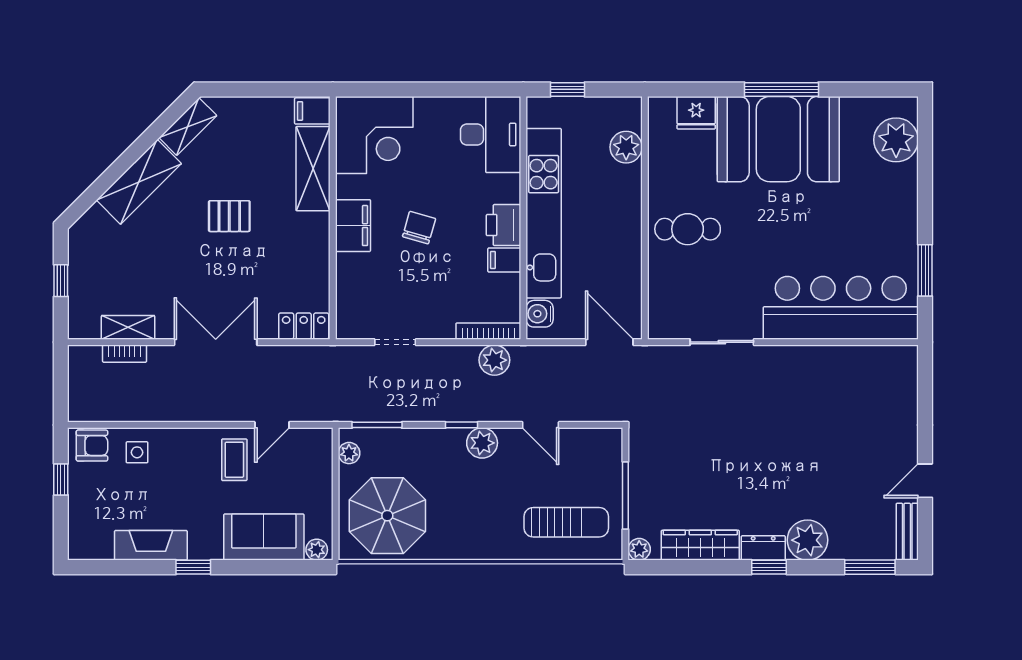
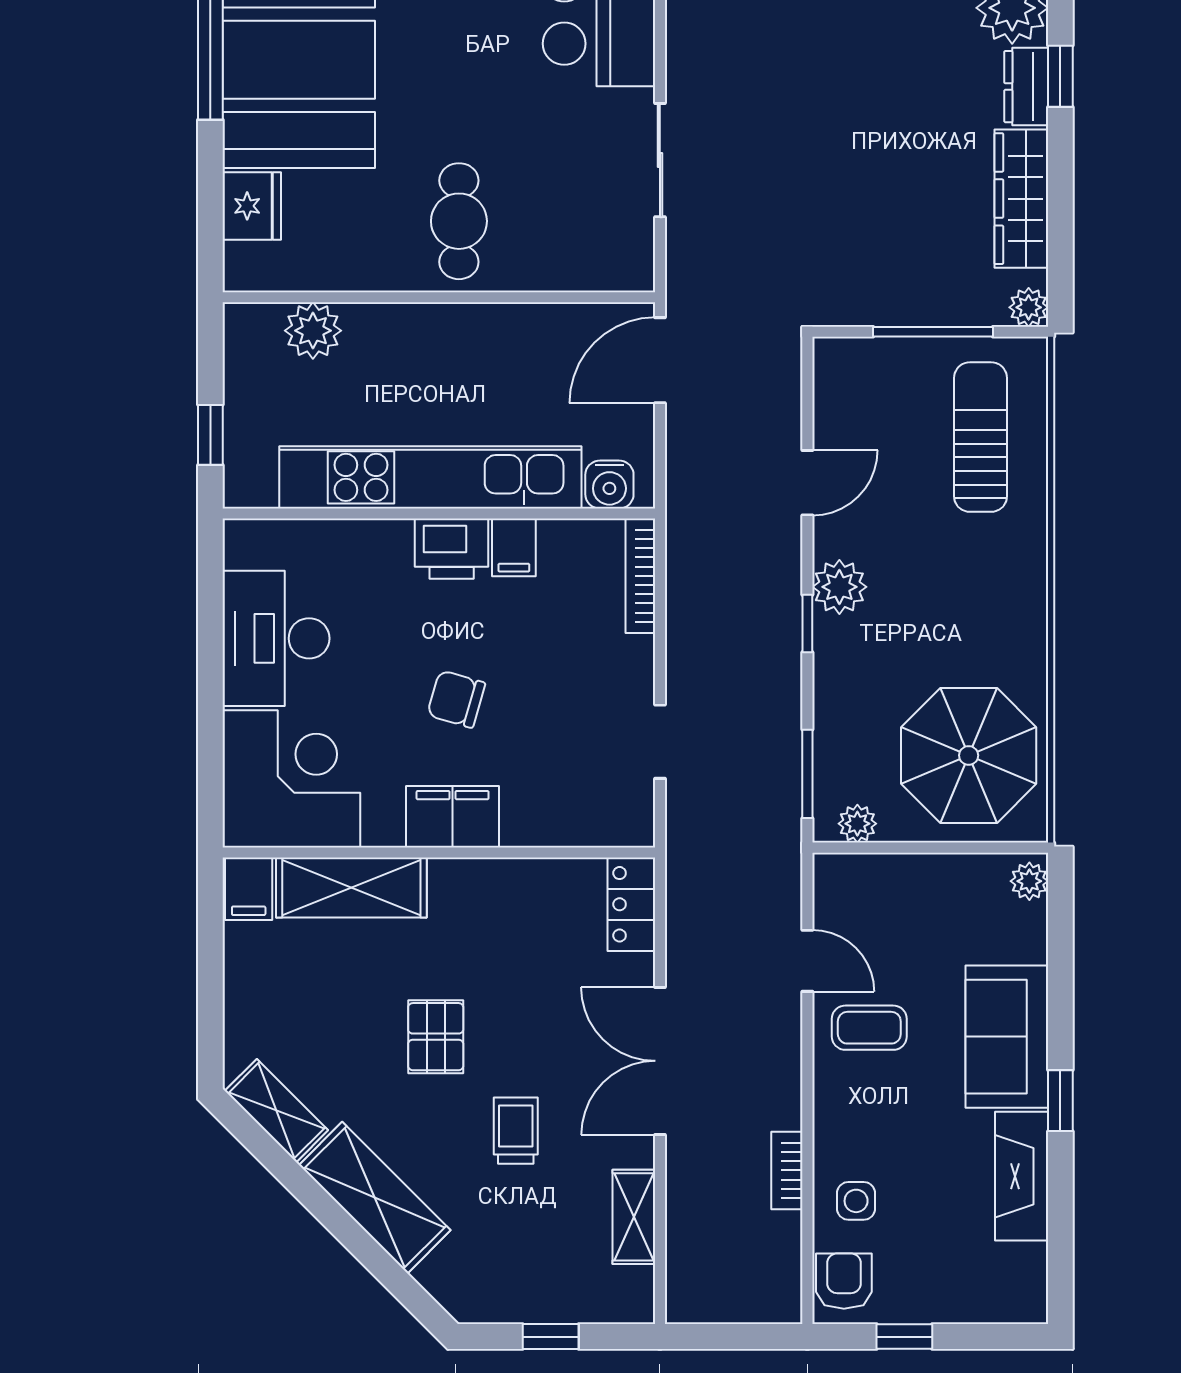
desk: (491, 135) -> (276, 638), moved, turned -90
trolley: (176, 261) -> (516, 1131), added
bookcase: (125, 354) -> (787, 1170), moved, turned 180
plant: (494, 360) -> (692, 565), removed
sofa: (264, 537) -> (1007, 1037), moved

